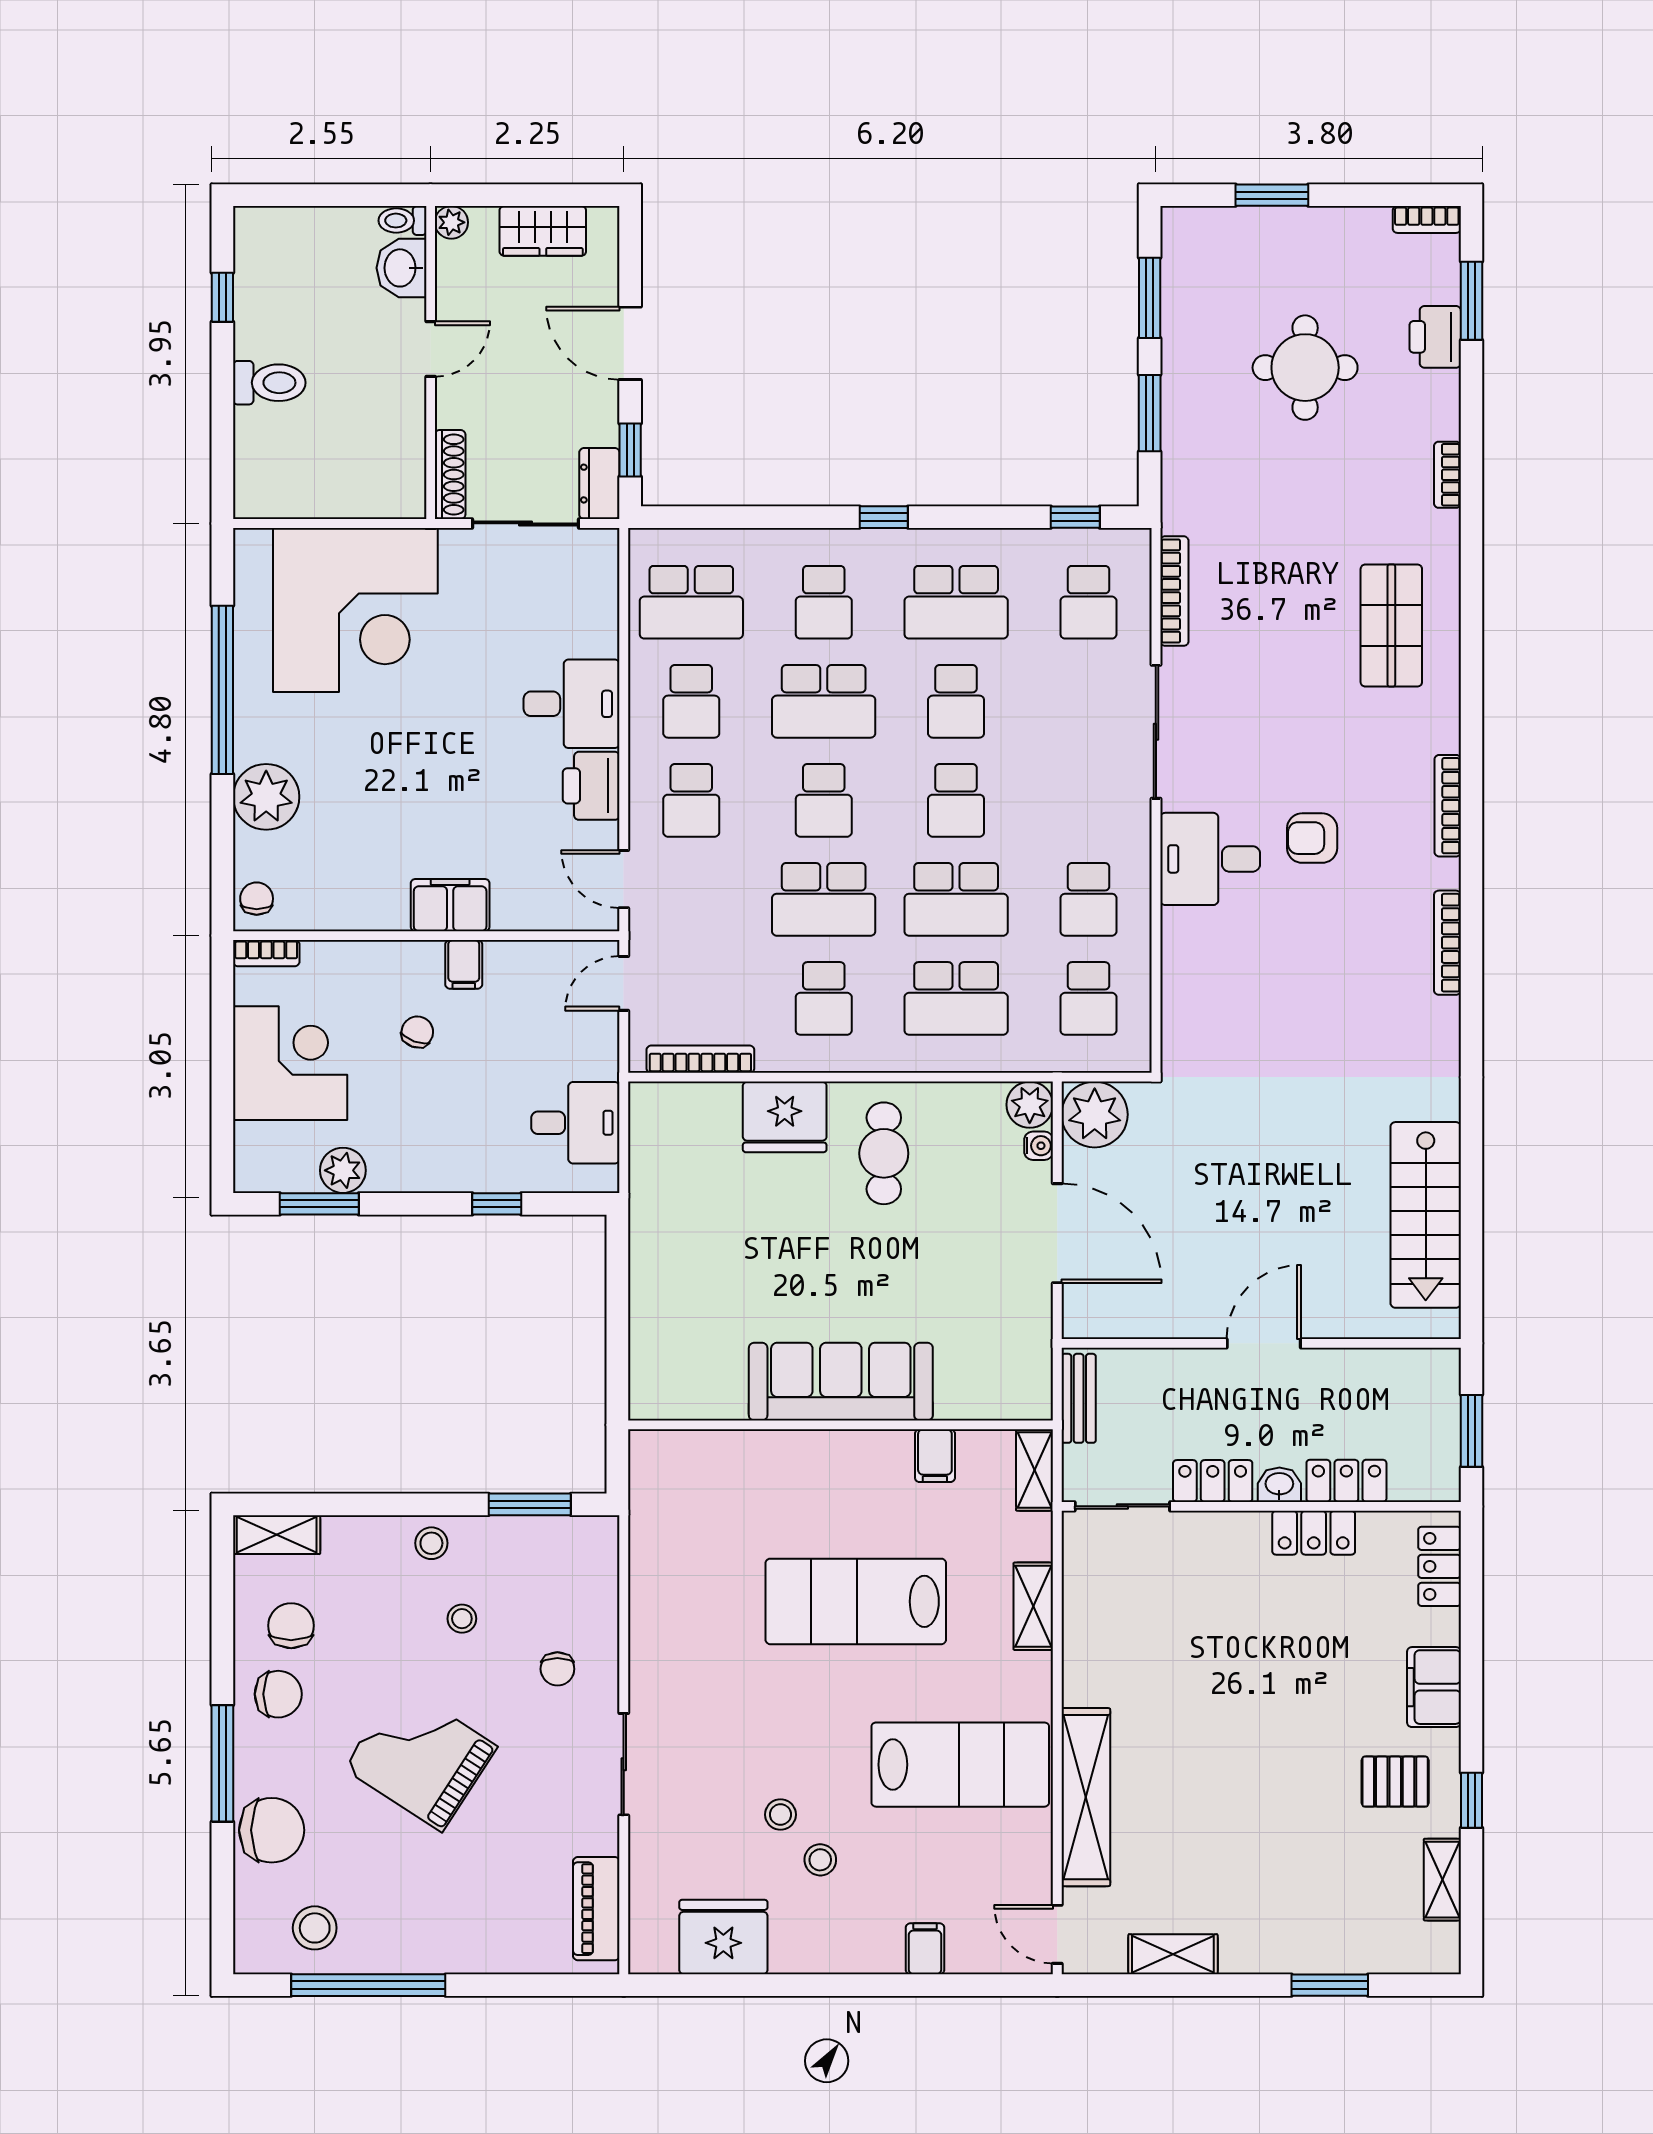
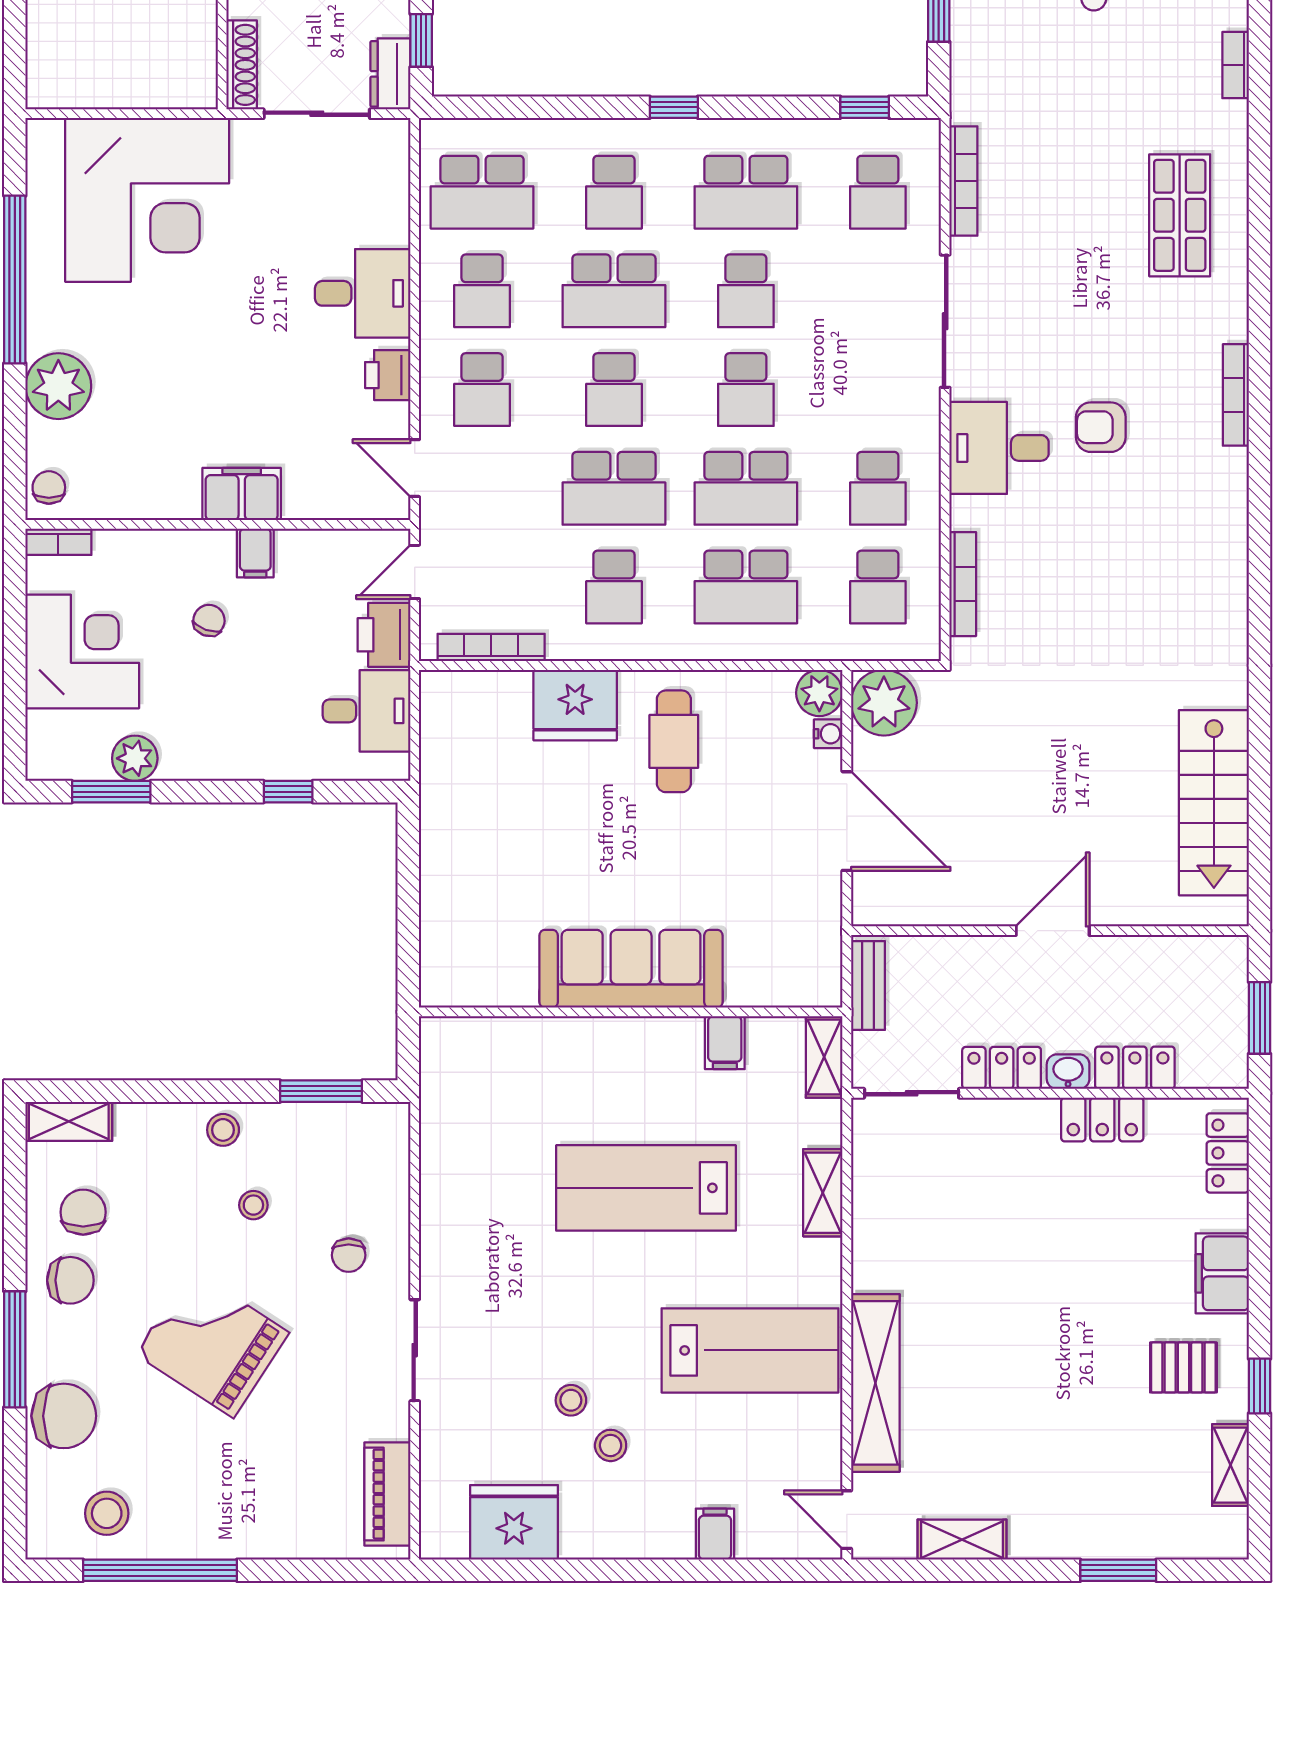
printer: (591, 786) -> (388, 375), width x0.73, depth x0.81
bookcase: (1447, 943) -> (963, 584), moved, turned 180
printer: (593, 1046) -> (384, 635), added

